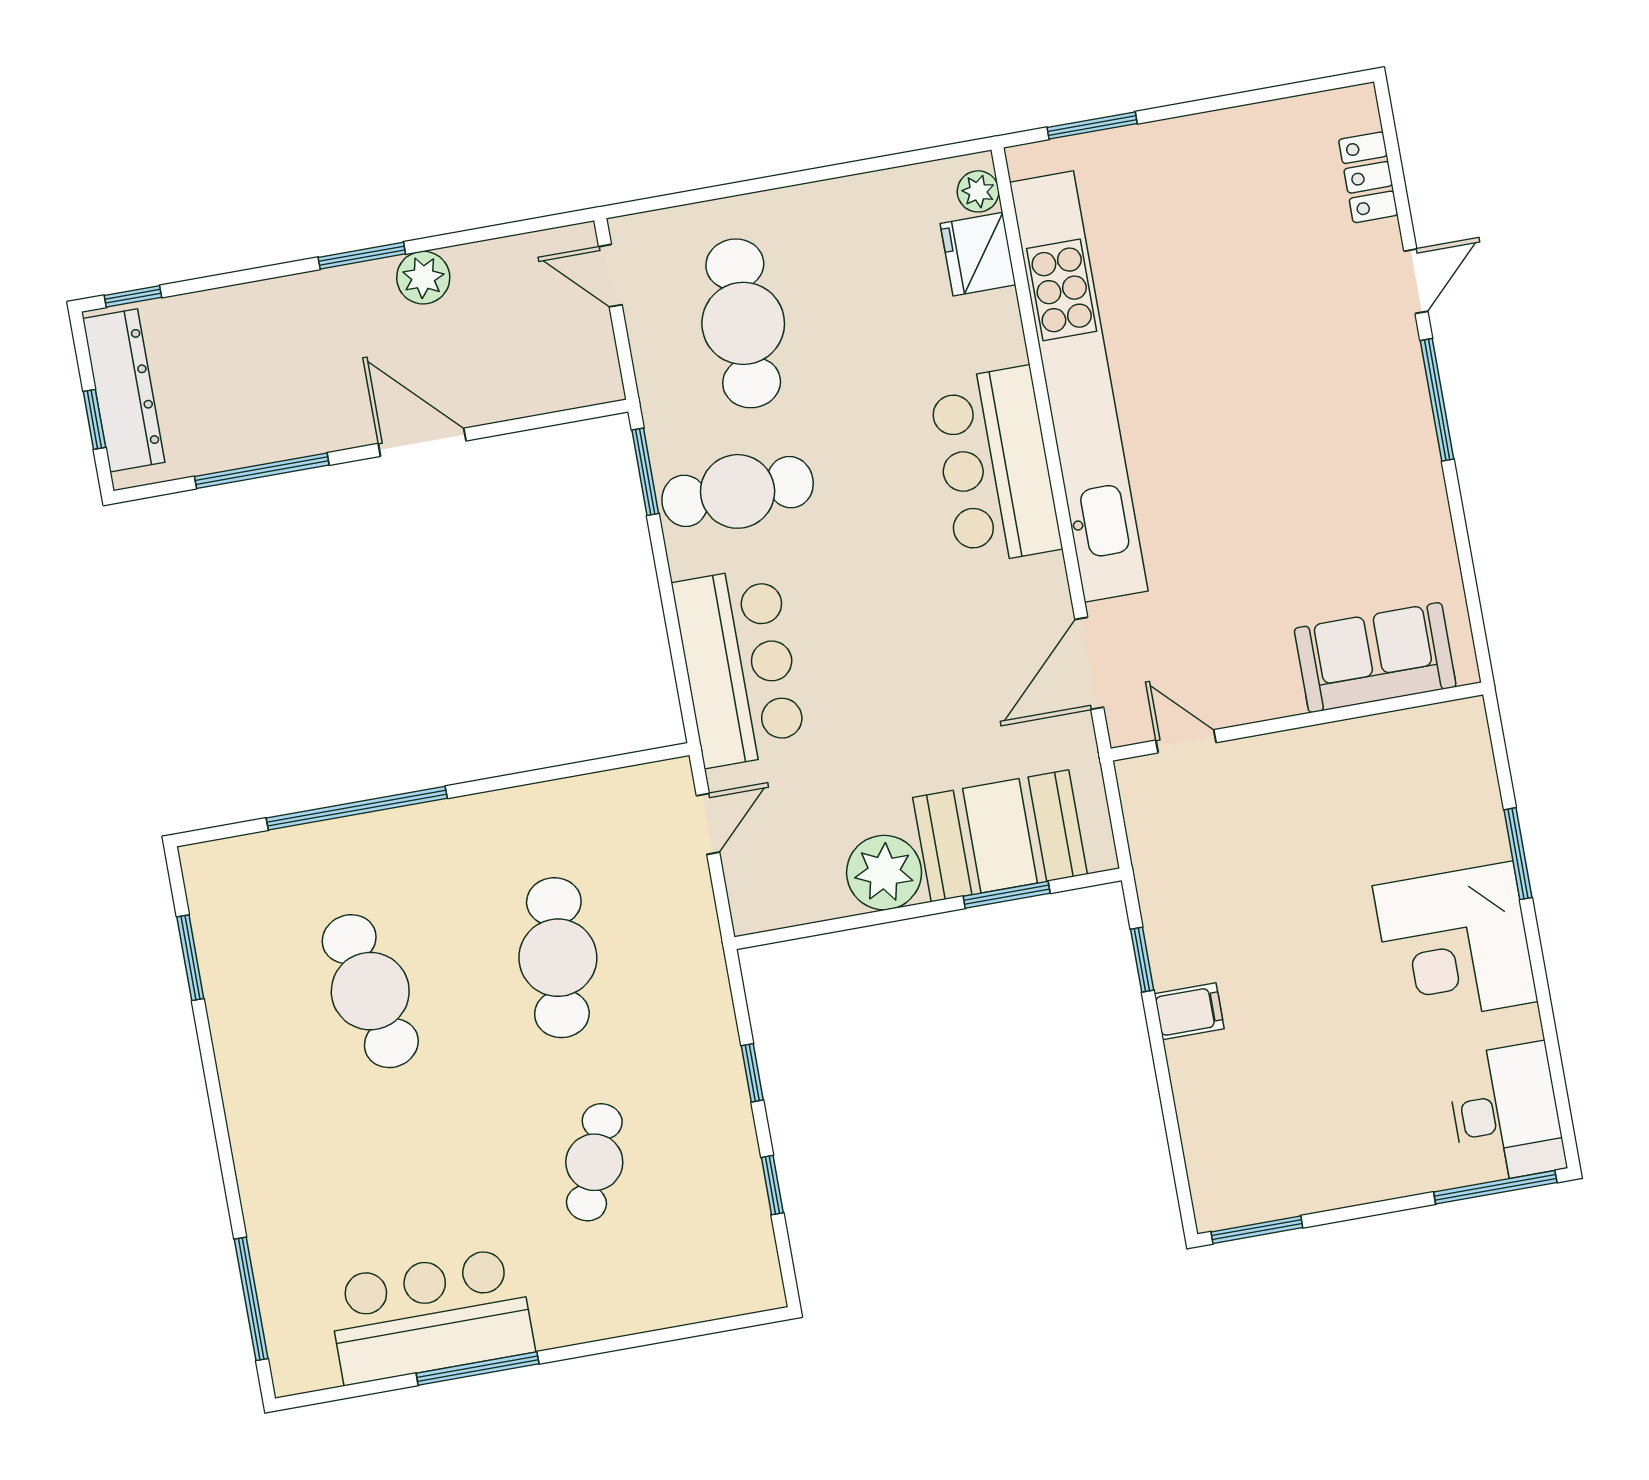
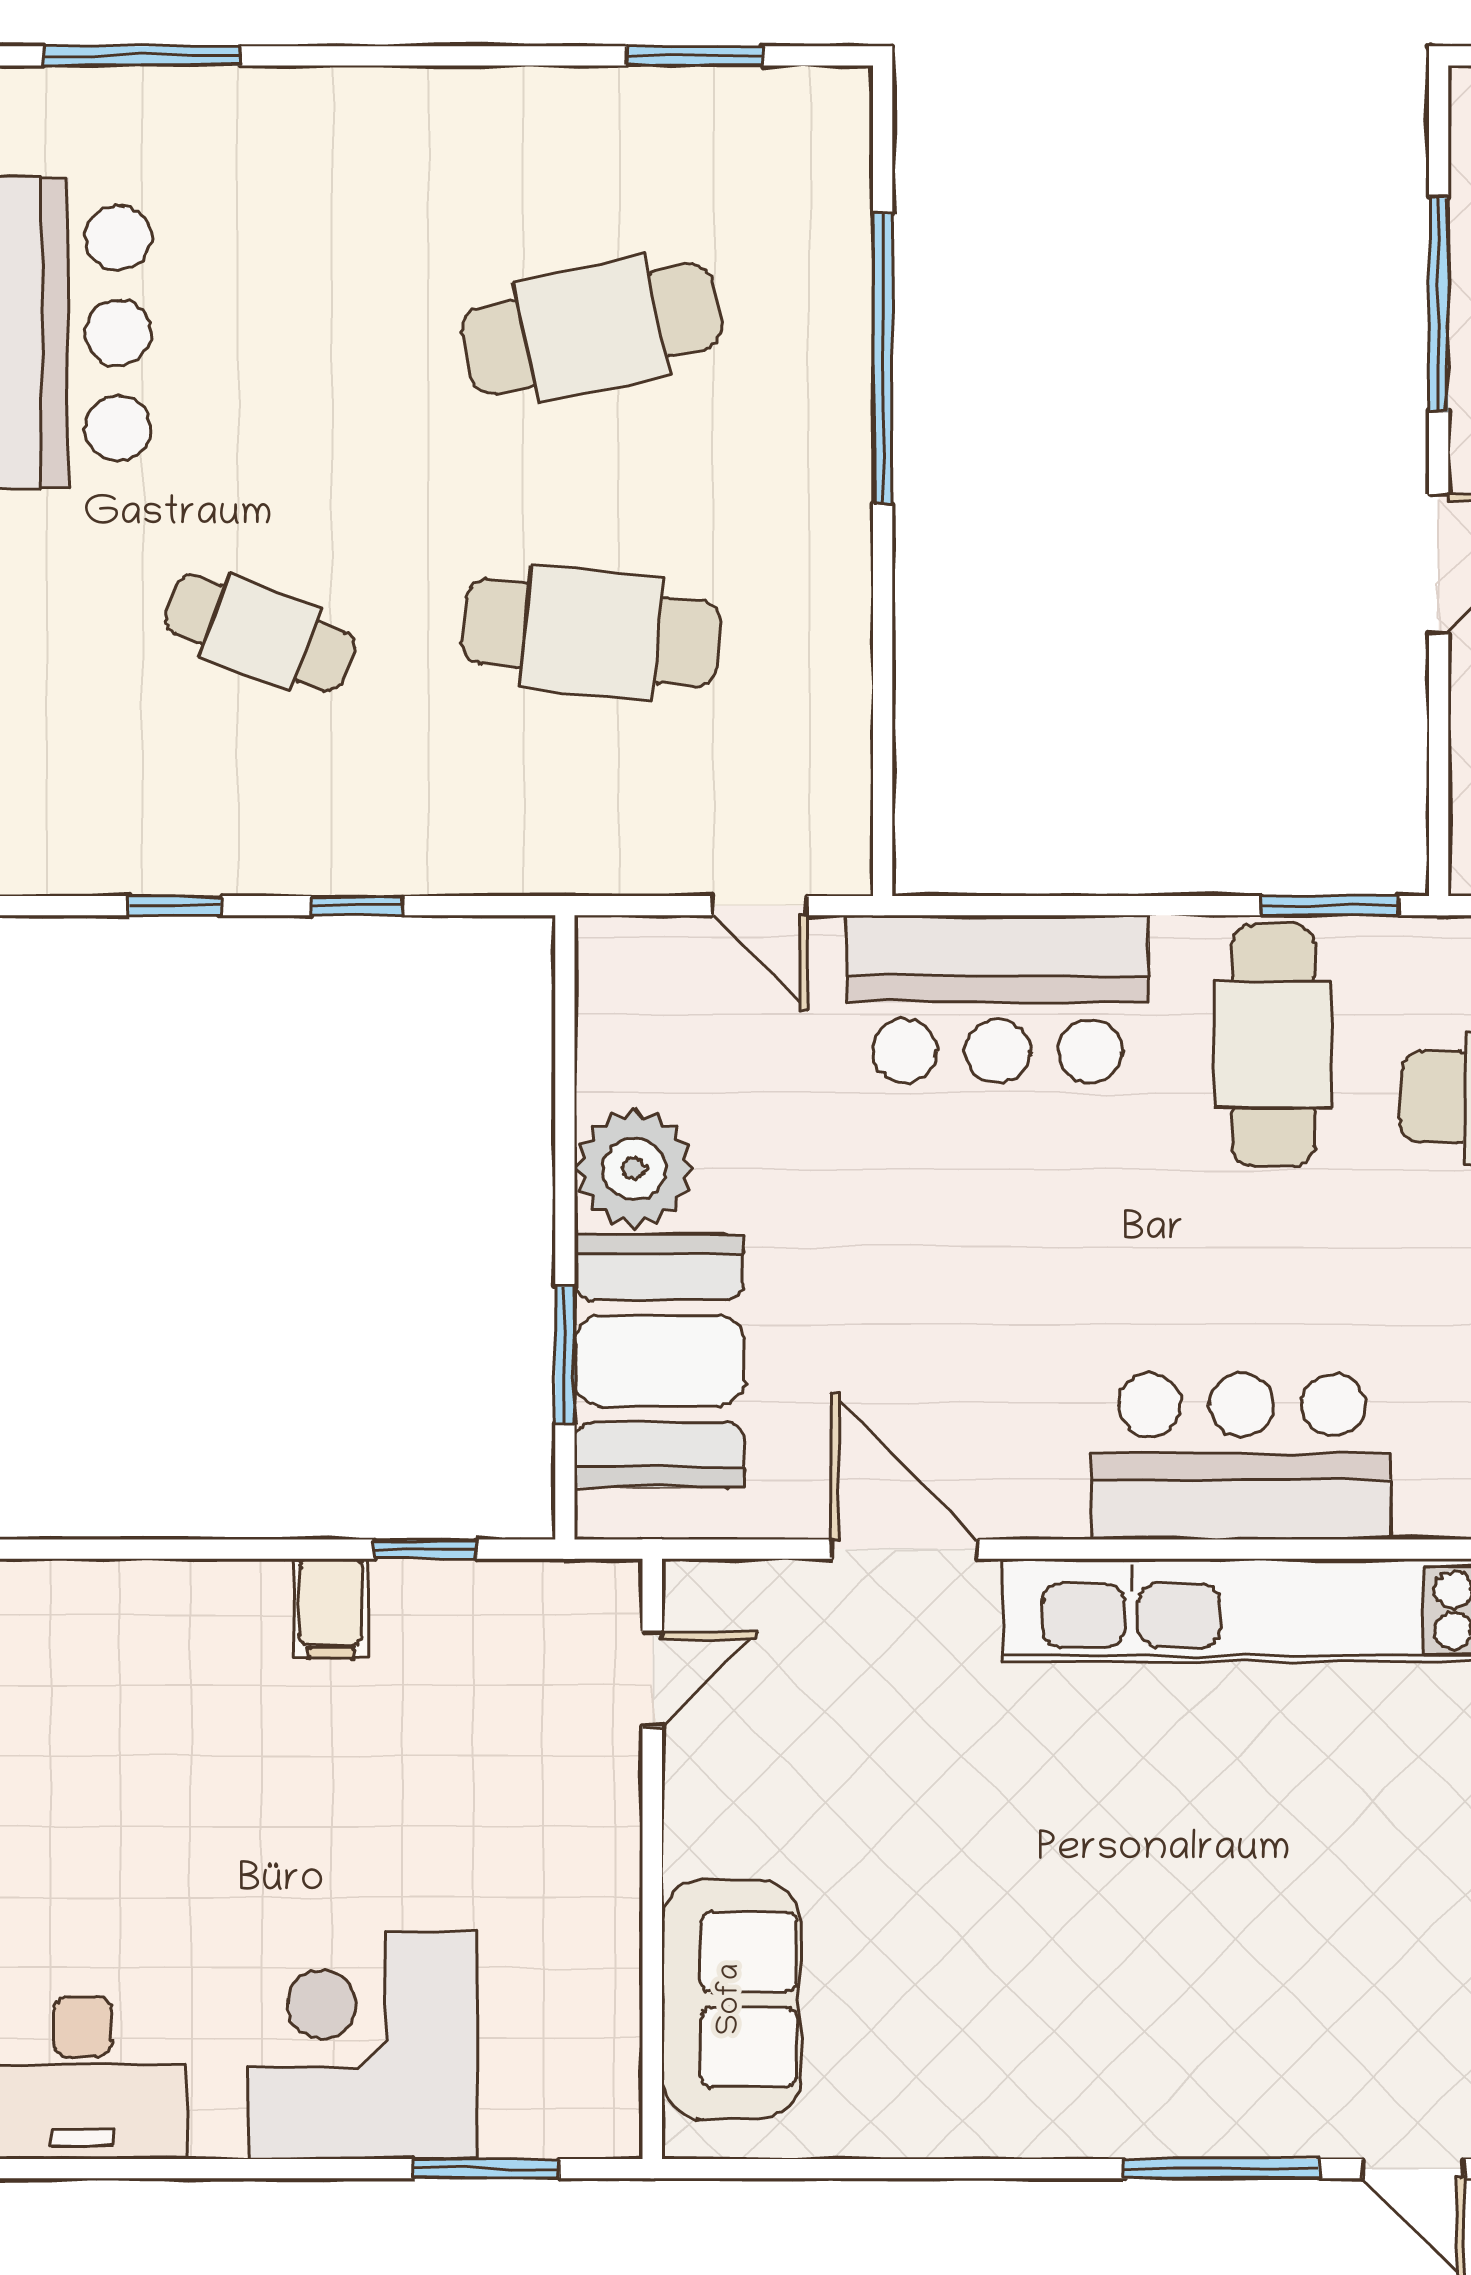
sofa: (1375, 658) -> (731, 1999), moved
wall: (1297, 722) -> (652, 1859), moved
door: (1186, 741) -> (652, 1679), moved

